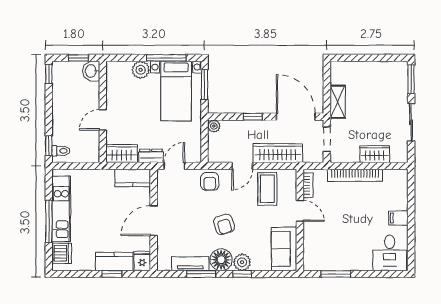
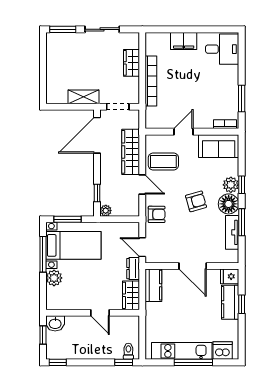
window: (253, 117) -> (97, 193), moved
bookcase: (308, 185) -> (225, 124), moved
filing cabinet: (398, 218) -> (184, 41), width x2.00

